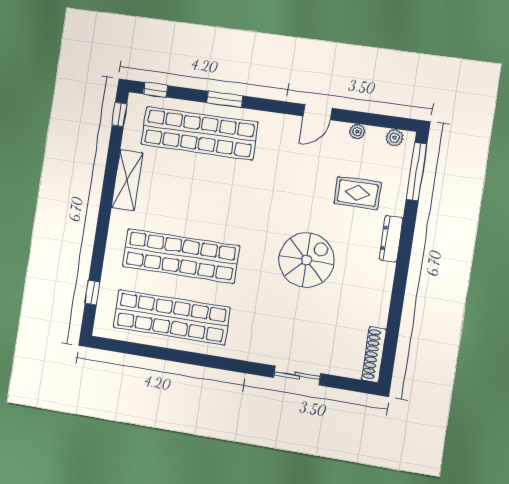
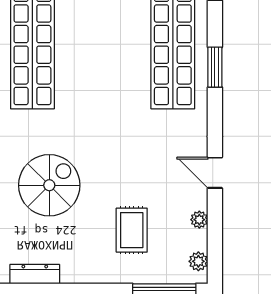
dresser: (391, 239) -> (35, 274), moved
spiral stairs: (306, 260) -> (49, 185), turned -90

